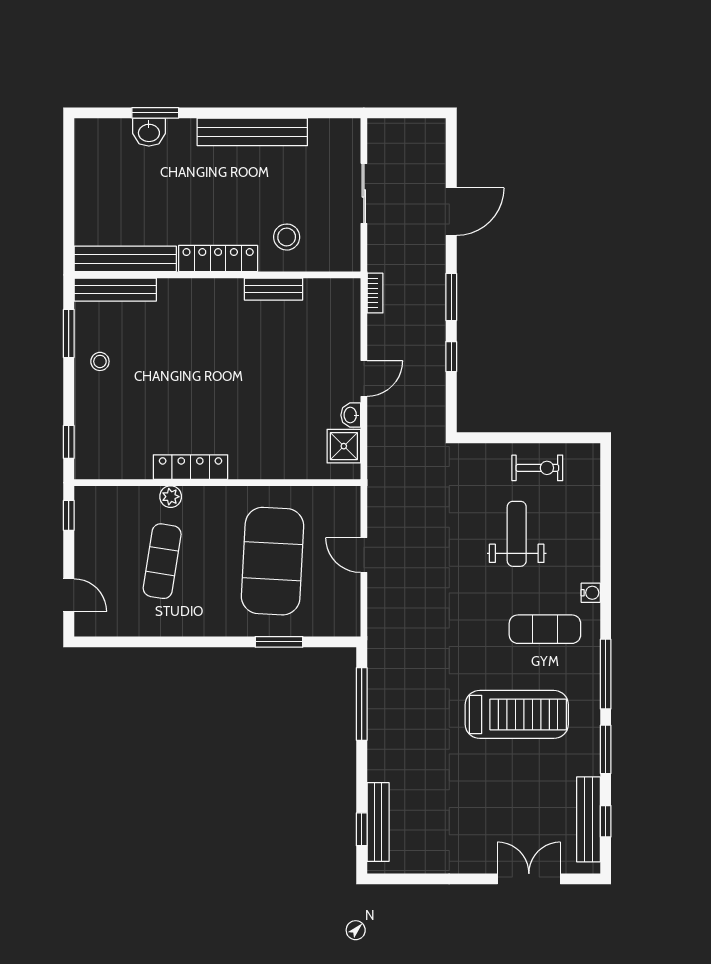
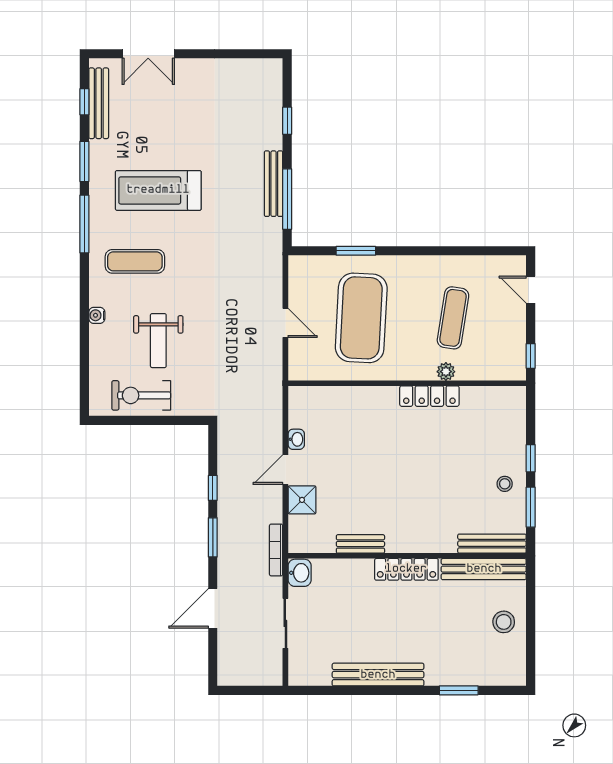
washbasin: (149, 132) -> (300, 573), moved, turned 90
stool: (287, 237) -> (504, 622), moved
bookcase: (375, 293) -> (276, 550), width x1.56
window: (69, 442) -> (531, 458), moved
shower: (344, 446) -> (302, 500), moved
exercise bike: (537, 468) -> (141, 395), width x1.38, depth x1.39
water cooler: (591, 593) -> (97, 315), moved
bench: (378, 822) -> (274, 184), moved
window: (362, 829) -> (287, 121), moved

